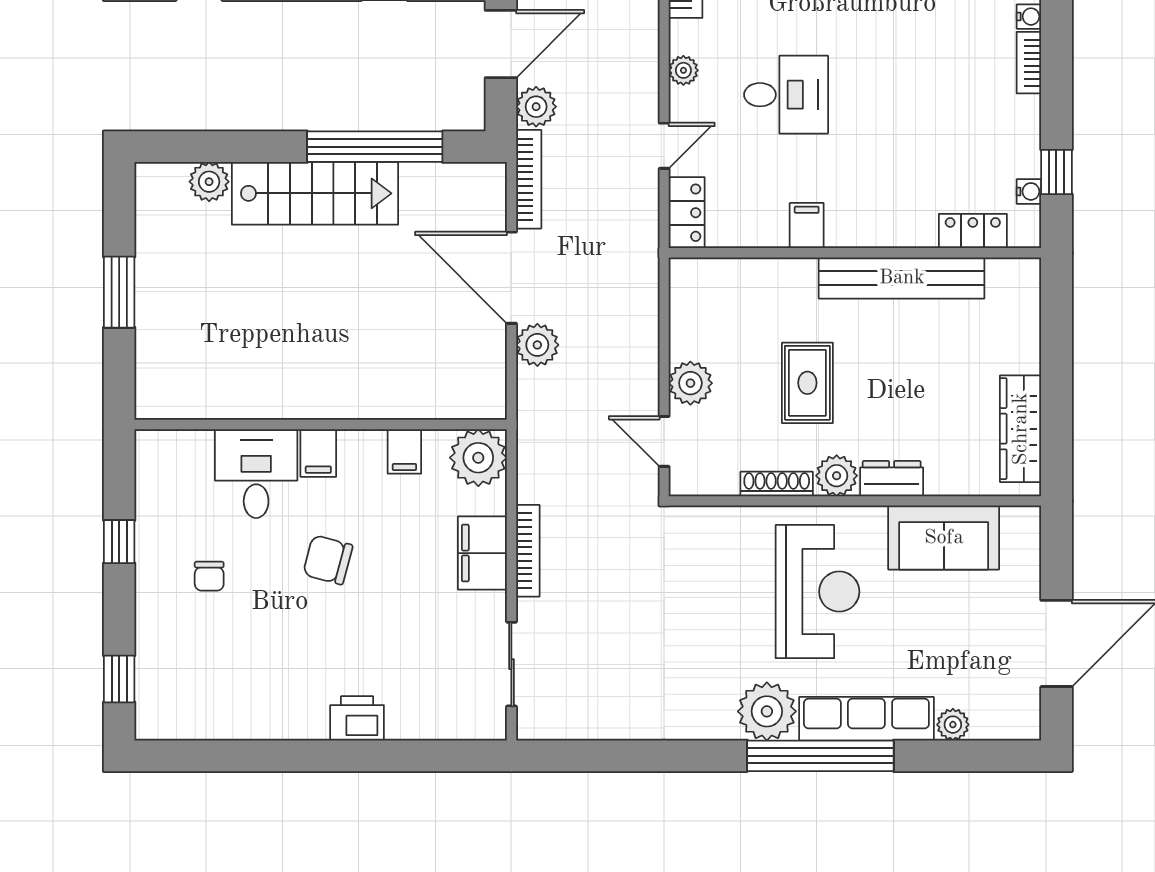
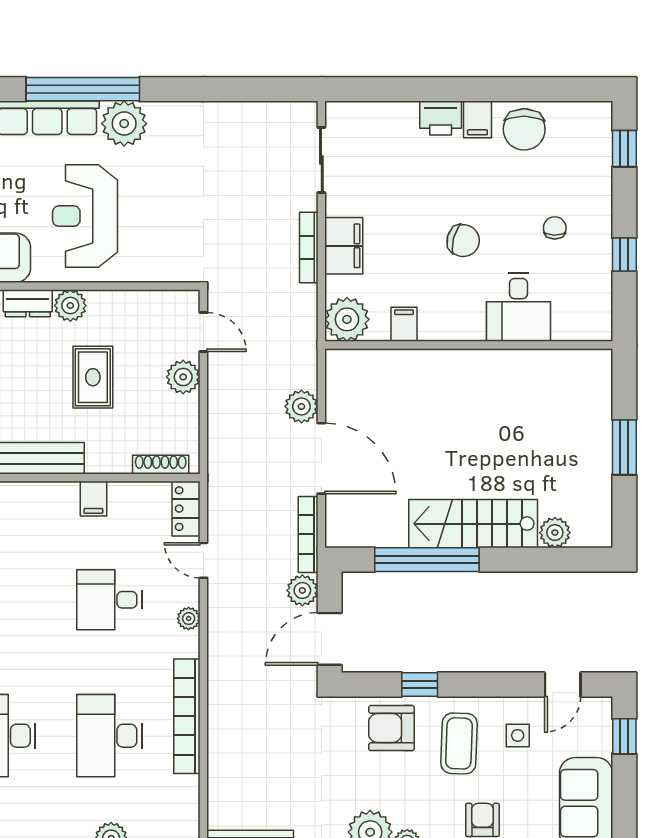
door: (664, 146) -> (203, 560), hinge flipped
filing cabinet: (318, 453) -> (477, 119), moved, turned 180
shoe rack: (777, 484) -> (161, 465), moved, turned 180
chair: (249, 704) -> (524, 129), added

